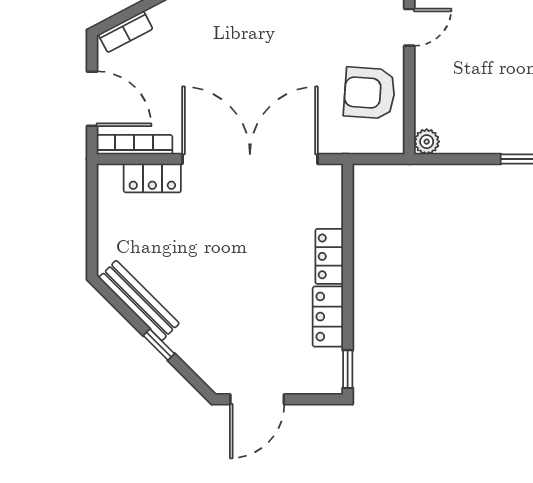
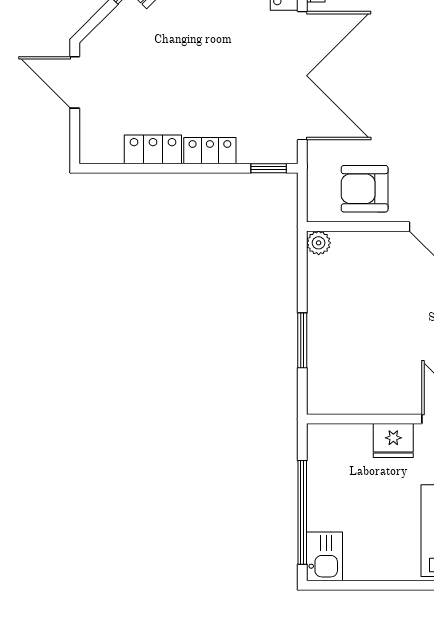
armchair: (370, 93) -> (365, 189), turned -94
window: (348, 369) -> (269, 168), moved

